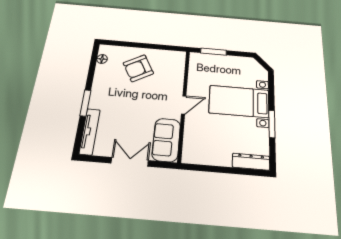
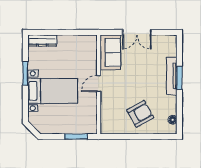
tv unit: (90, 132) -> (172, 76), moved

